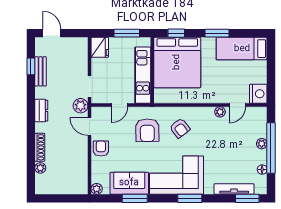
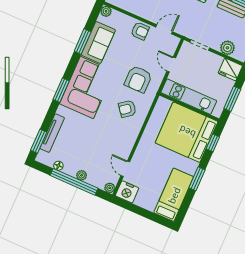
plant: (81, 106) -> (227, 48), moved
plant: (220, 112) -> (110, 188), moved
armchair: (147, 130) -> (138, 79), turned -89

